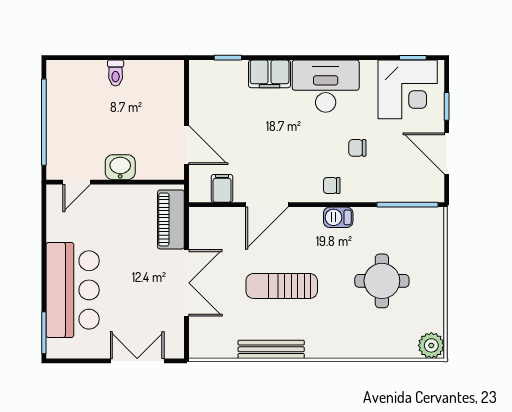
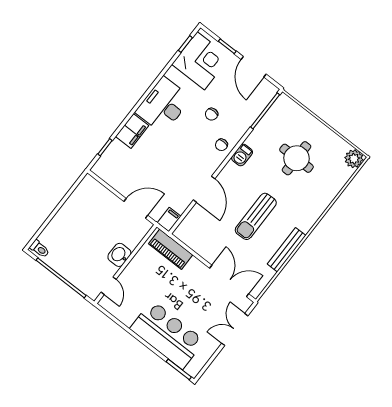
toilet: (116, 73) -> (40, 249), moved
door: (447, 153) -> (254, 67), hinge flipped
filing cabinet: (222, 188) -> (169, 219), moved, turned 90
double door: (186, 283) -> (229, 281), moved

